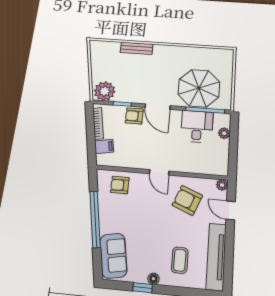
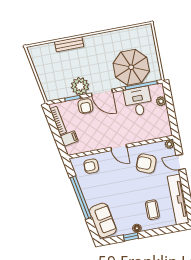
plant: (105, 91) -> (80, 86), moved
armchair: (134, 116) -> (85, 106), turned -90

